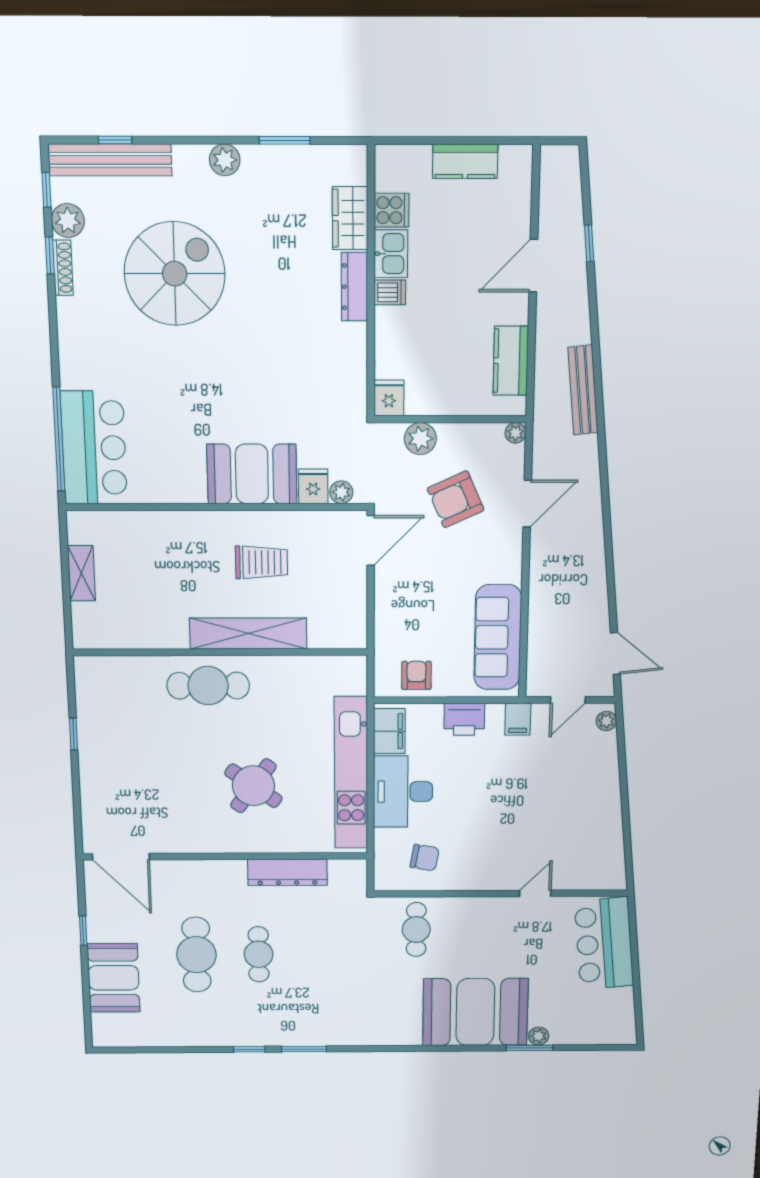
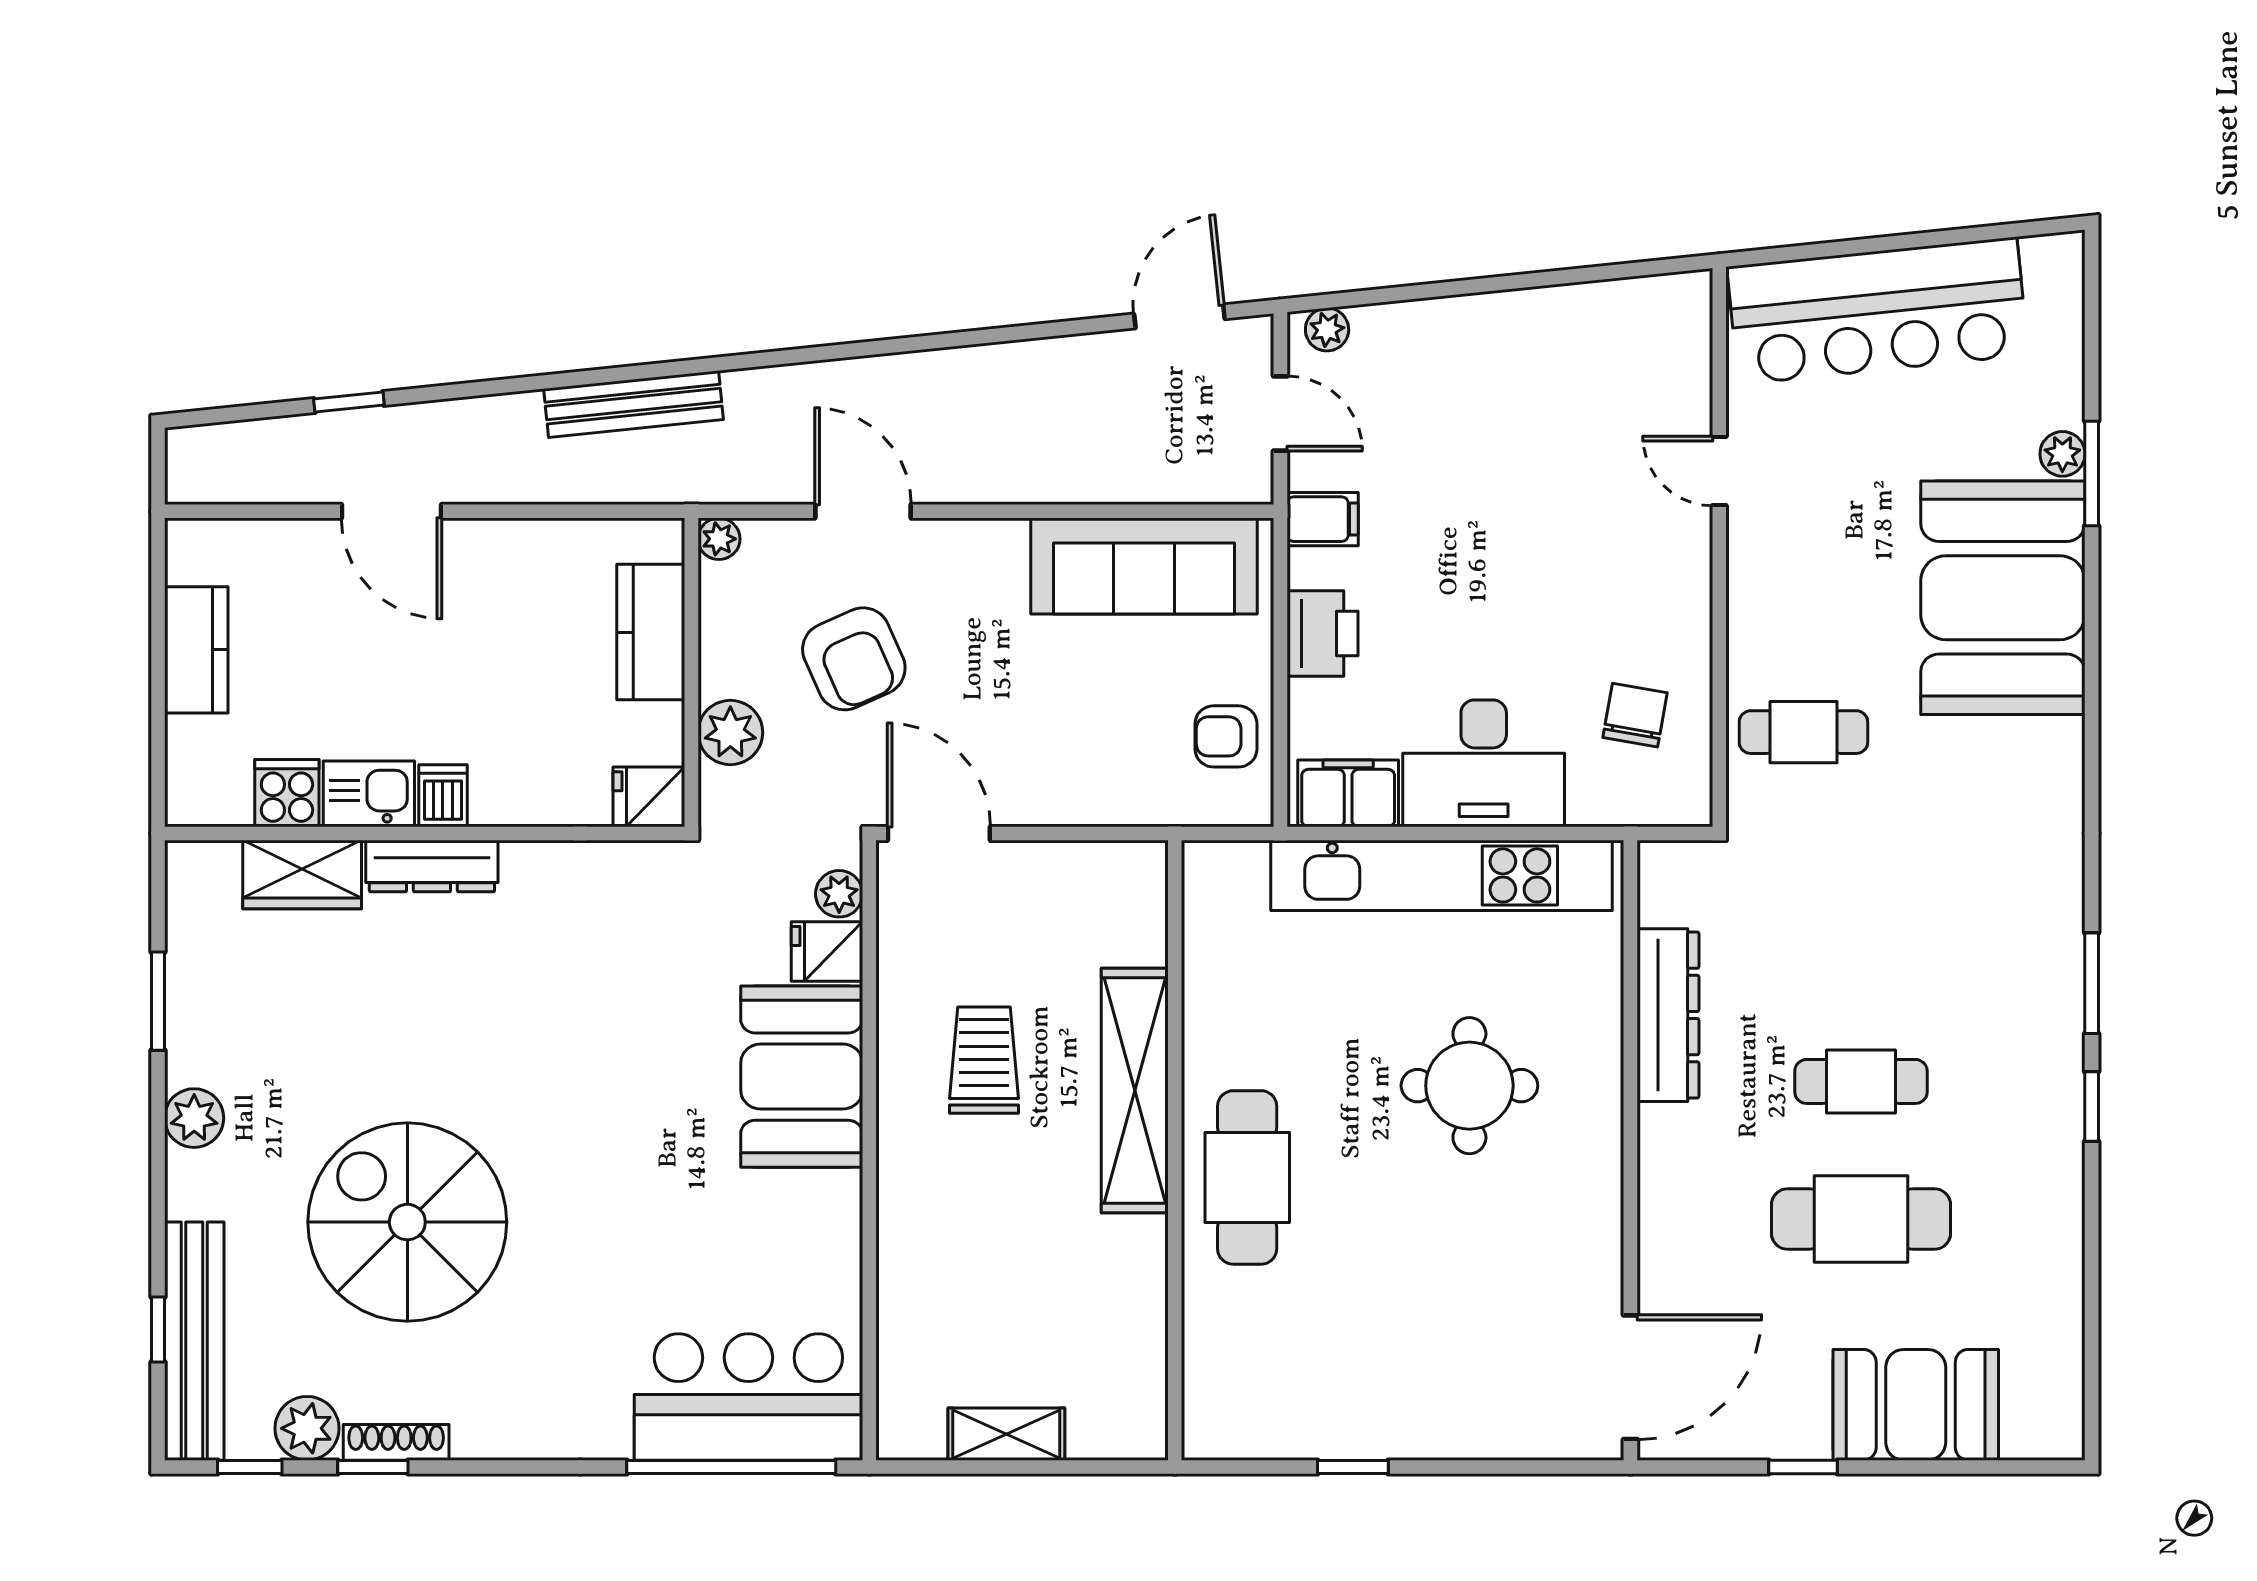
kitchen counter: (511, 361) -> (651, 632), moved, turned 90
round table: (253, 786) -> (1469, 1086), turned -36
bar counter: (604, 944) -> (1878, 311), width x1.36

